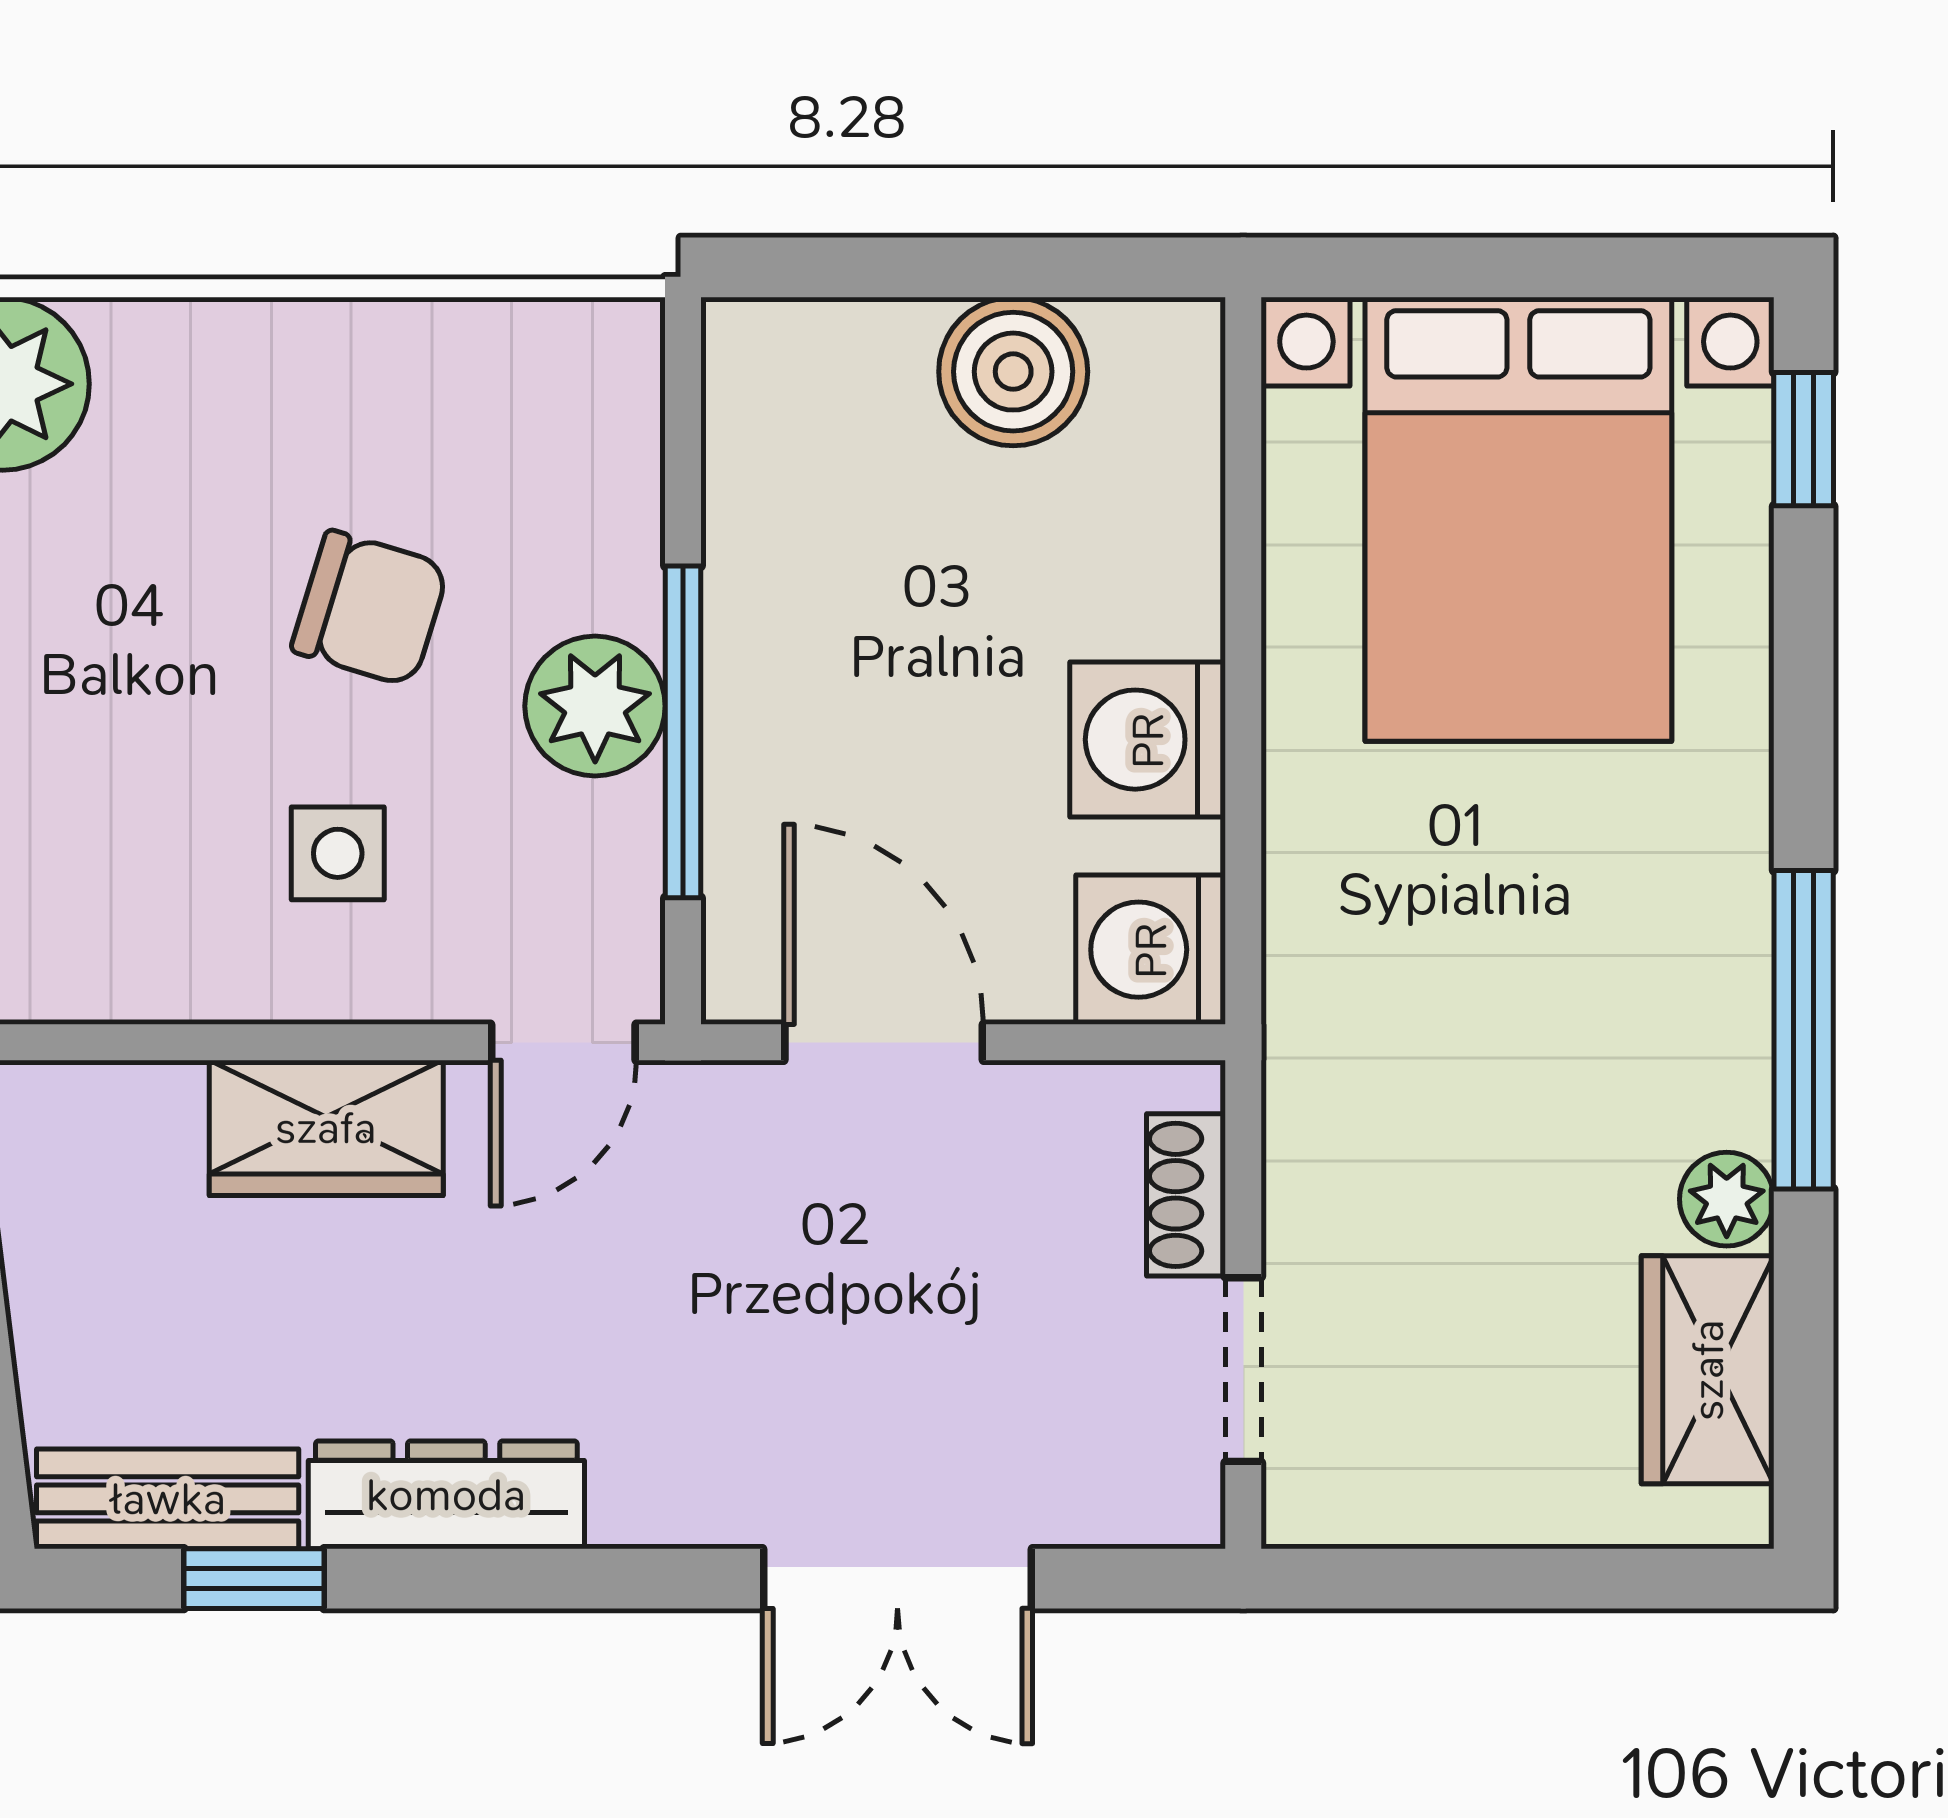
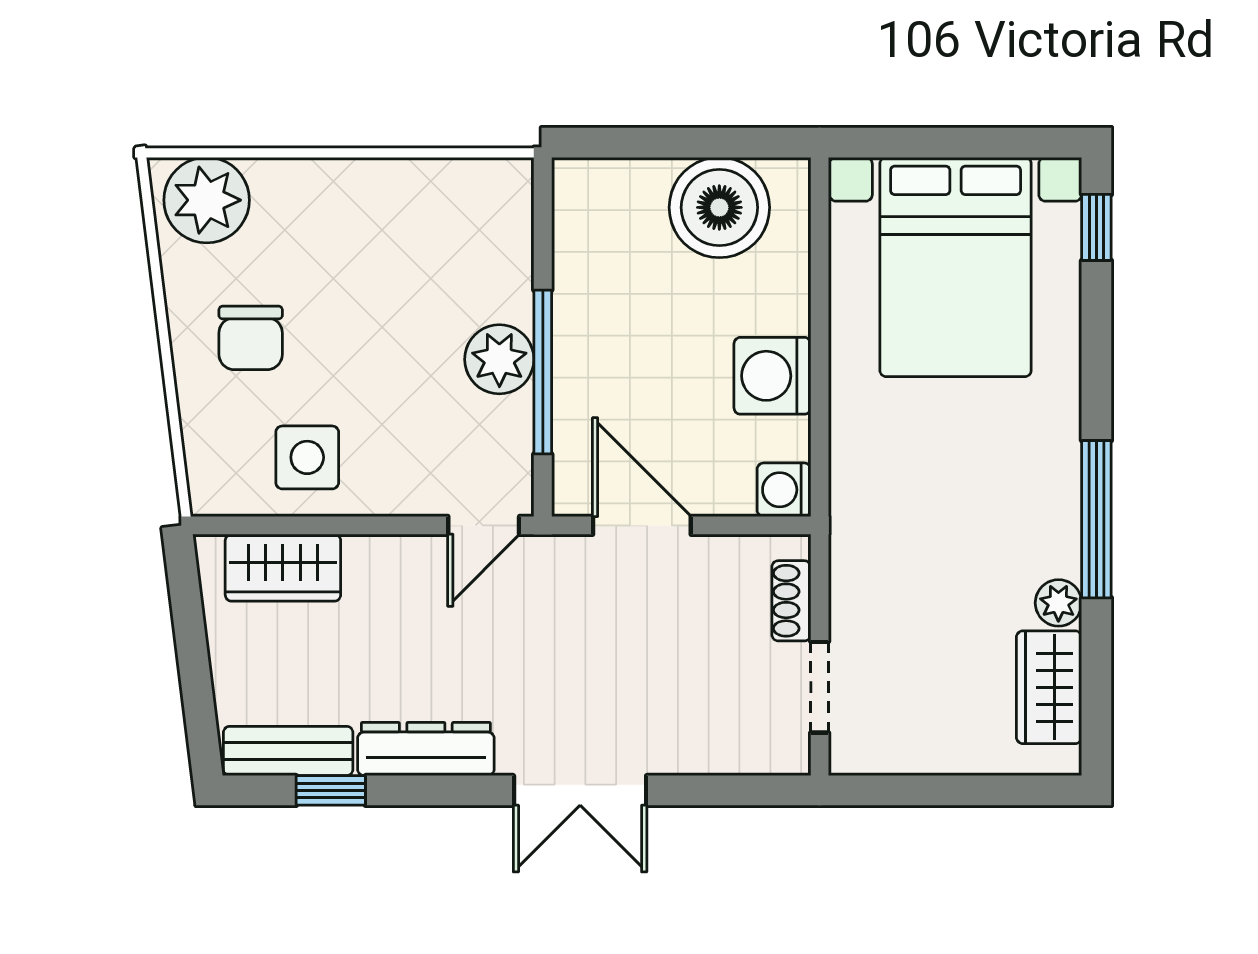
boiler: (1013, 372) -> (719, 207), width x1.37, depth x1.37
chair: (370, 608) -> (251, 338), moved, turned 73
side table: (338, 853) -> (307, 457), moved, width x1.37, depth x1.37
washing machine: (1151, 950) -> (784, 490), width x0.73, depth x0.73
wardrobe: (326, 1128) -> (283, 568), moved
double door: (897, 1579) -> (580, 790), moved

